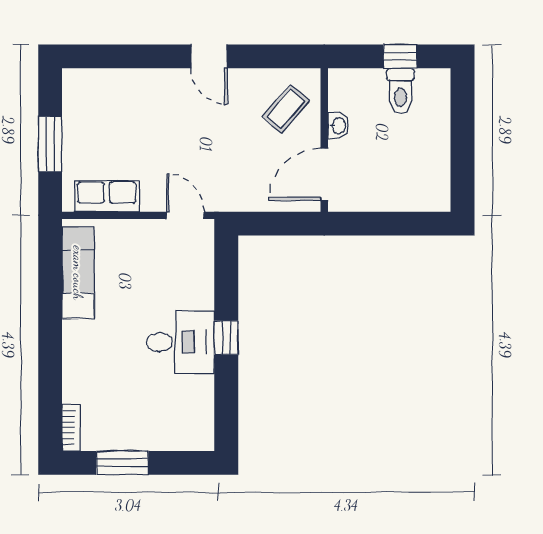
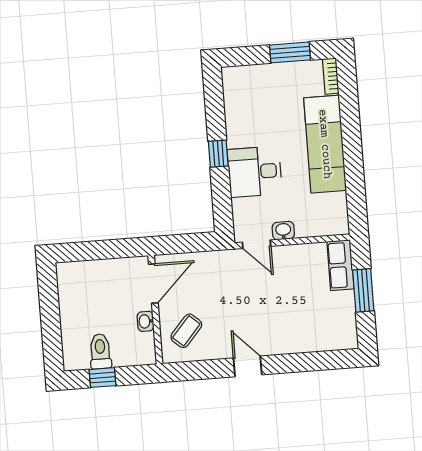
row of seats: (107, 196) -> (341, 265), moved, turned 90
washbasin: (149, 230) -> (283, 231), added
exam couch: (78, 273) -> (325, 144), moved, width x1.36, depth x1.45
desk: (180, 342) -> (255, 172), moved

